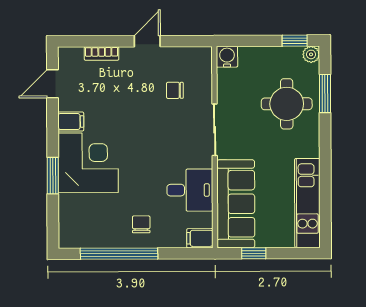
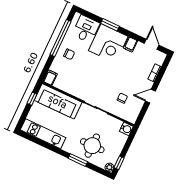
door: (147, 41) -> (150, 96), swing flipped
window: (325, 93) -> (78, 160), moved
desk: (190, 190) -> (86, 29), moved, turned 180

